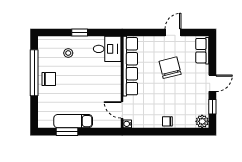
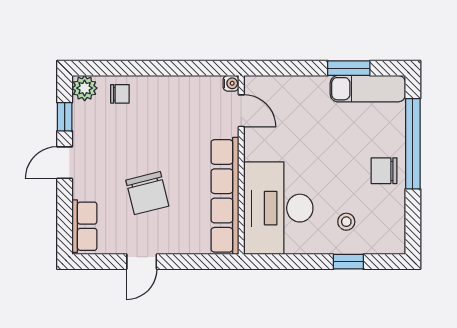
window: (80, 33) -> (348, 262), moved
desk: (107, 49) -> (278, 208), width x1.87, depth x1.30
window: (34, 73) -> (413, 144), moved
exam couch: (73, 121) -> (368, 89), moved
chair: (167, 121) -> (120, 94), moved

